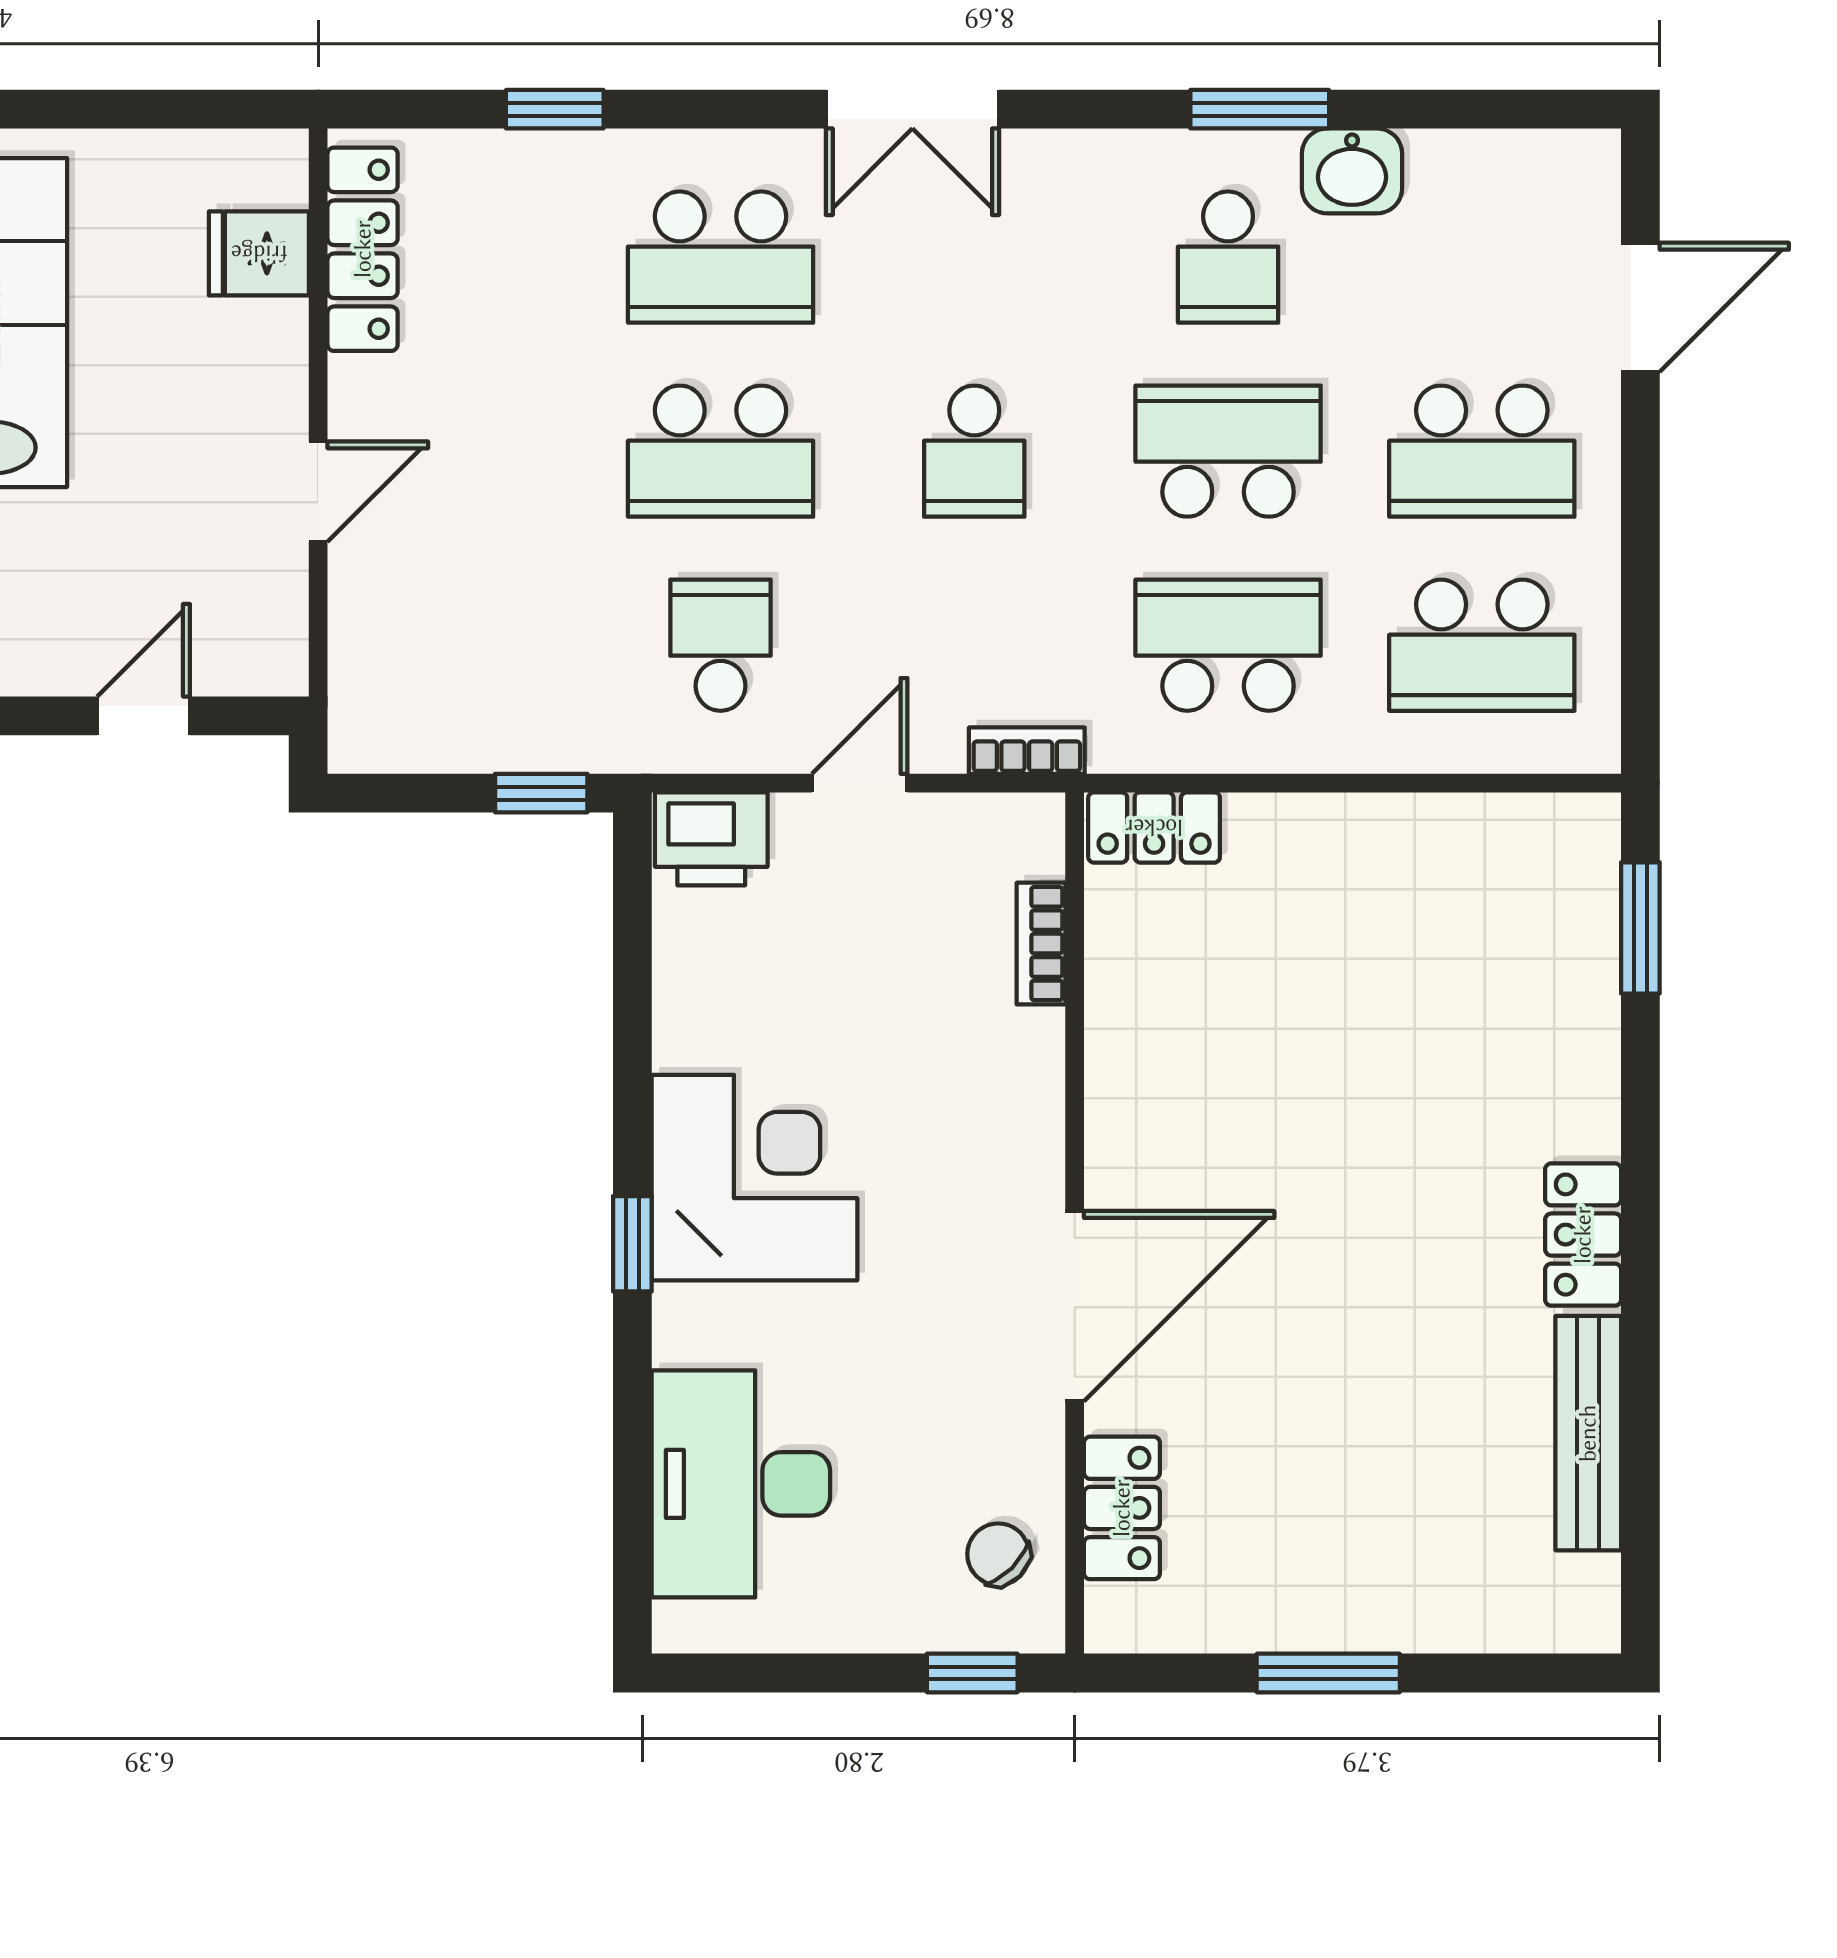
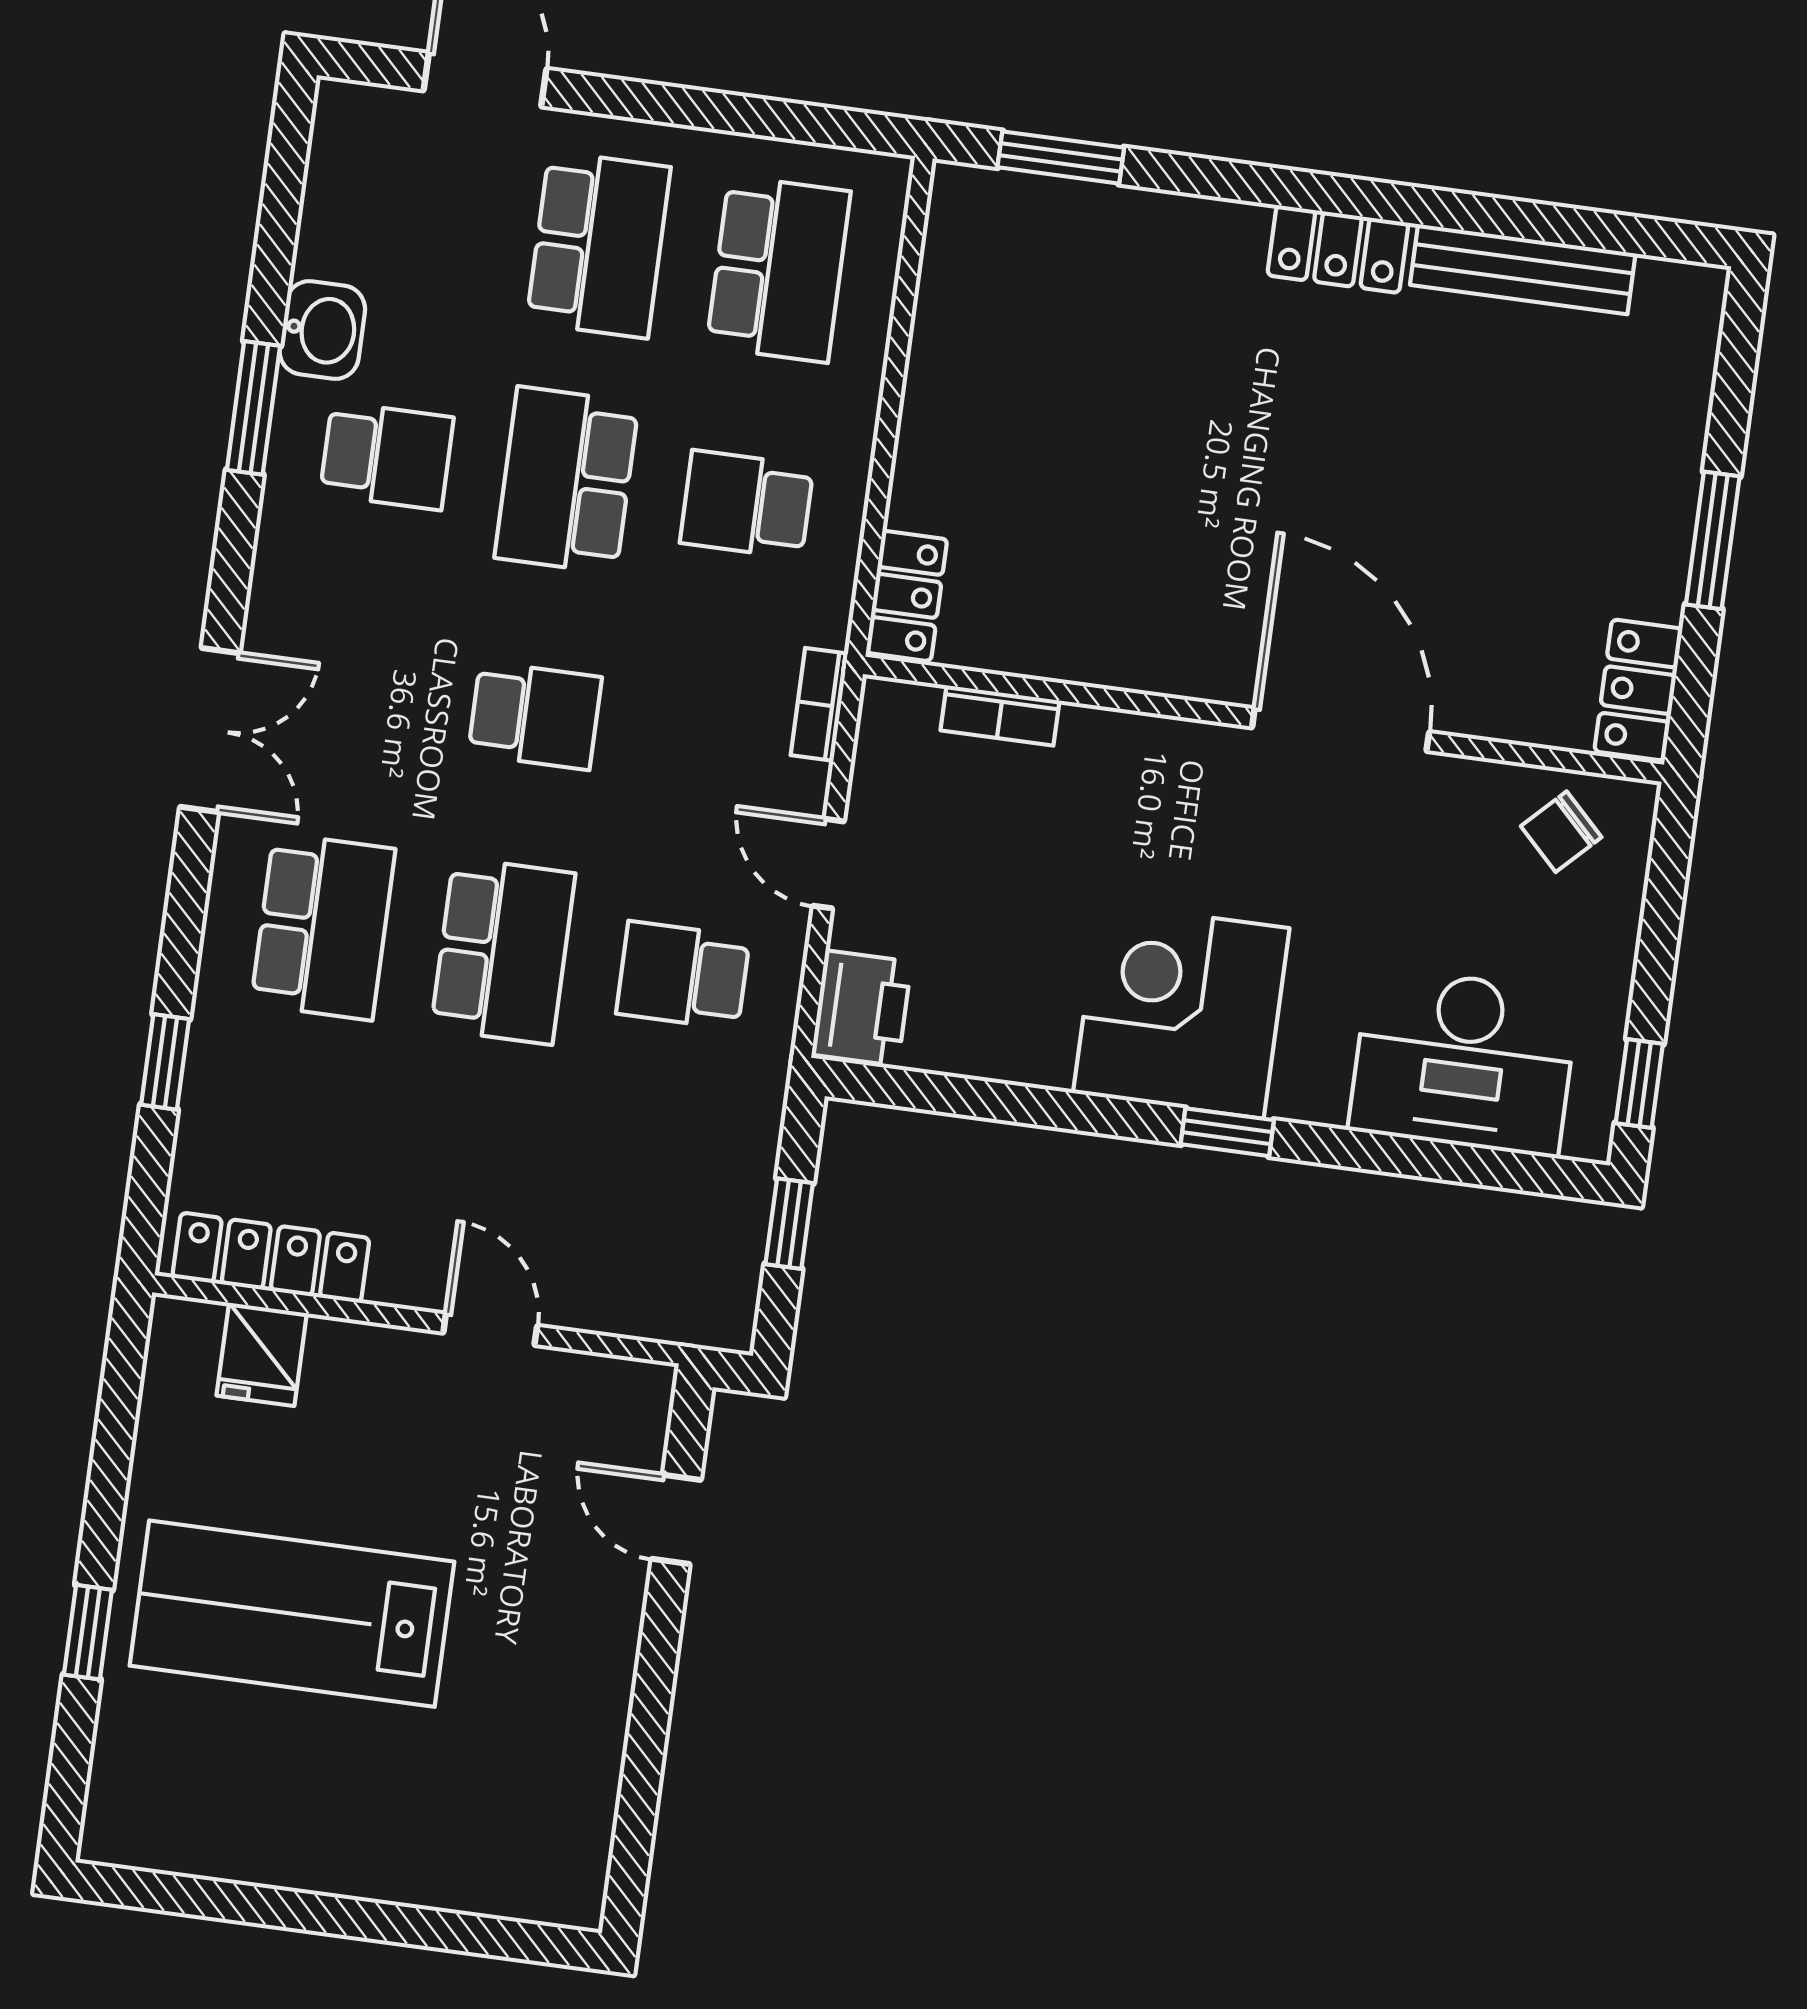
school desk: (1228, 645) -> (747, 504), width x0.54
window: (541, 793) -> (789, 1224), moved
locker: (1122, 1508) -> (1638, 690), moved, turned -90
window: (972, 1673) -> (1639, 1083), moved

